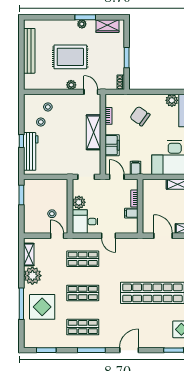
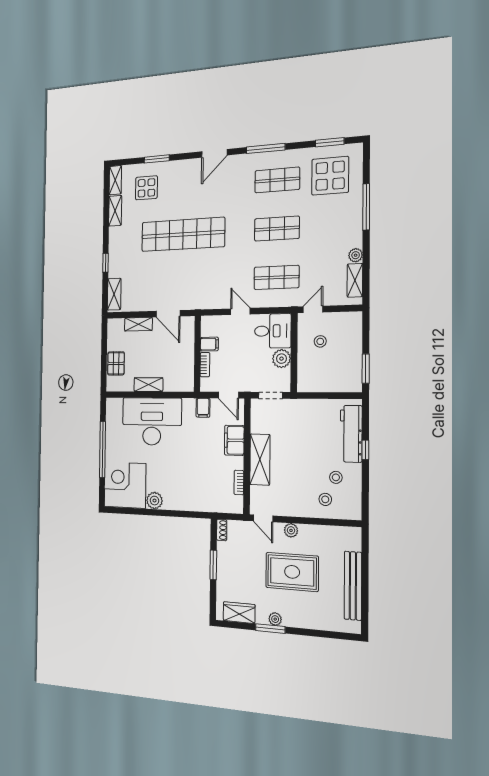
chair: (140, 116) -> (196, 480), removed
door: (57, 236) -> (313, 309), swing flipped
plant: (32, 276) -> (356, 255), width x0.53, depth x0.53
display table: (42, 307) -> (330, 176), moved

